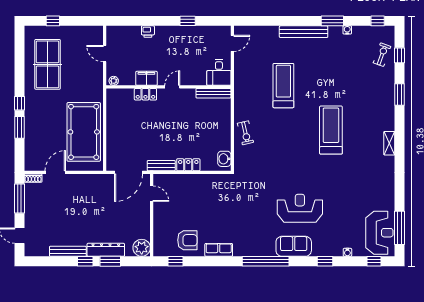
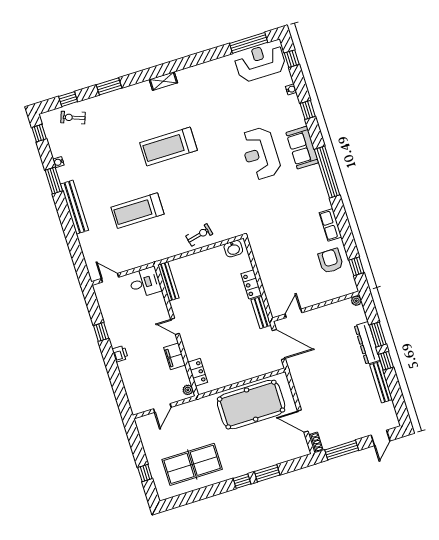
printer: (148, 32) -> (120, 354), moved
locker: (145, 94) -> (198, 372), moved
plant: (142, 248) -> (356, 301), width x0.53, depth x0.53

